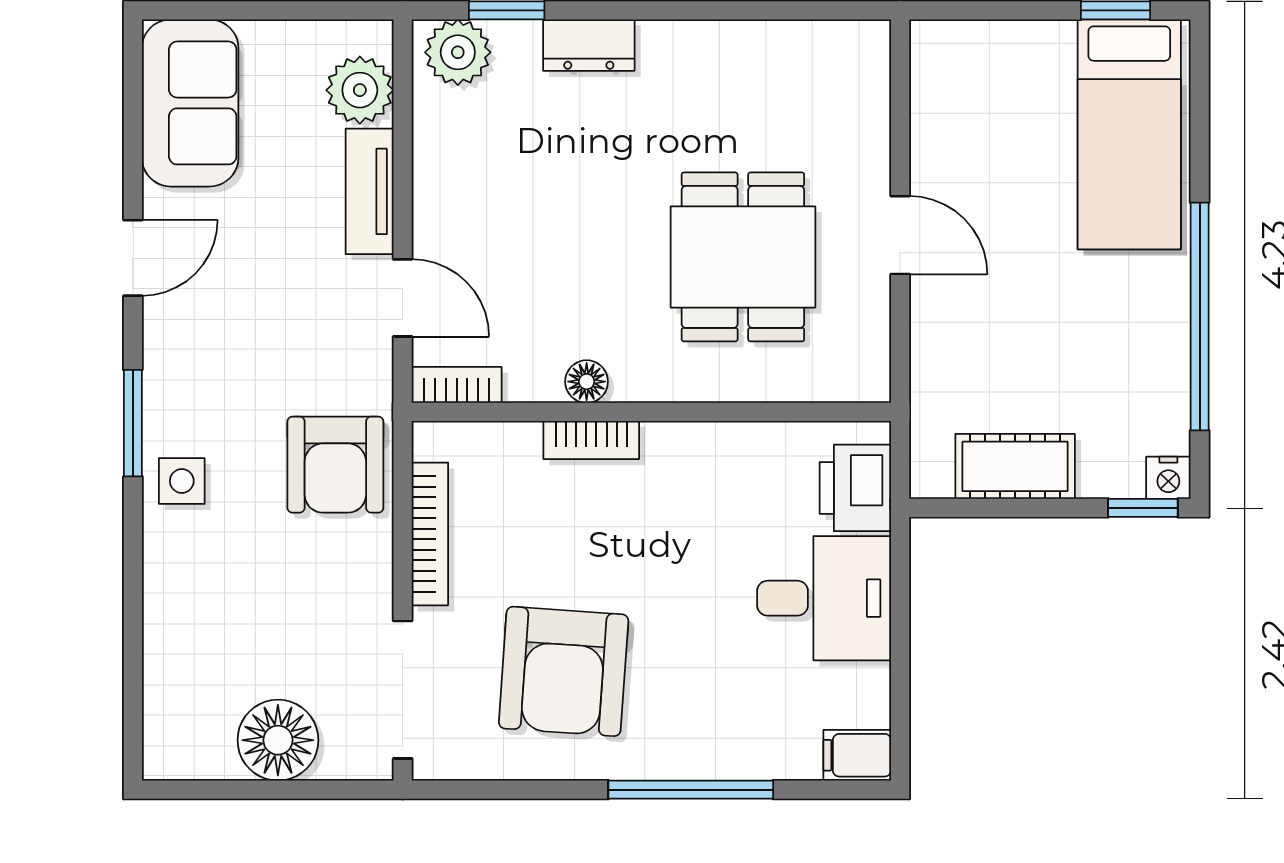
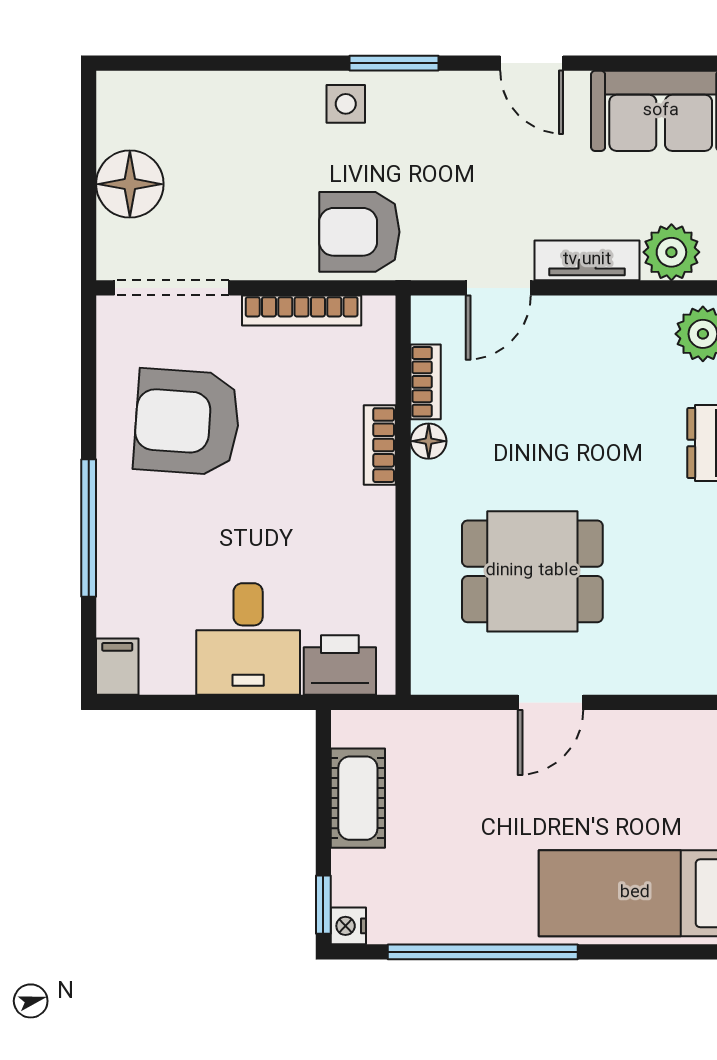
bookcase: (457, 385) -> (426, 382), moved

